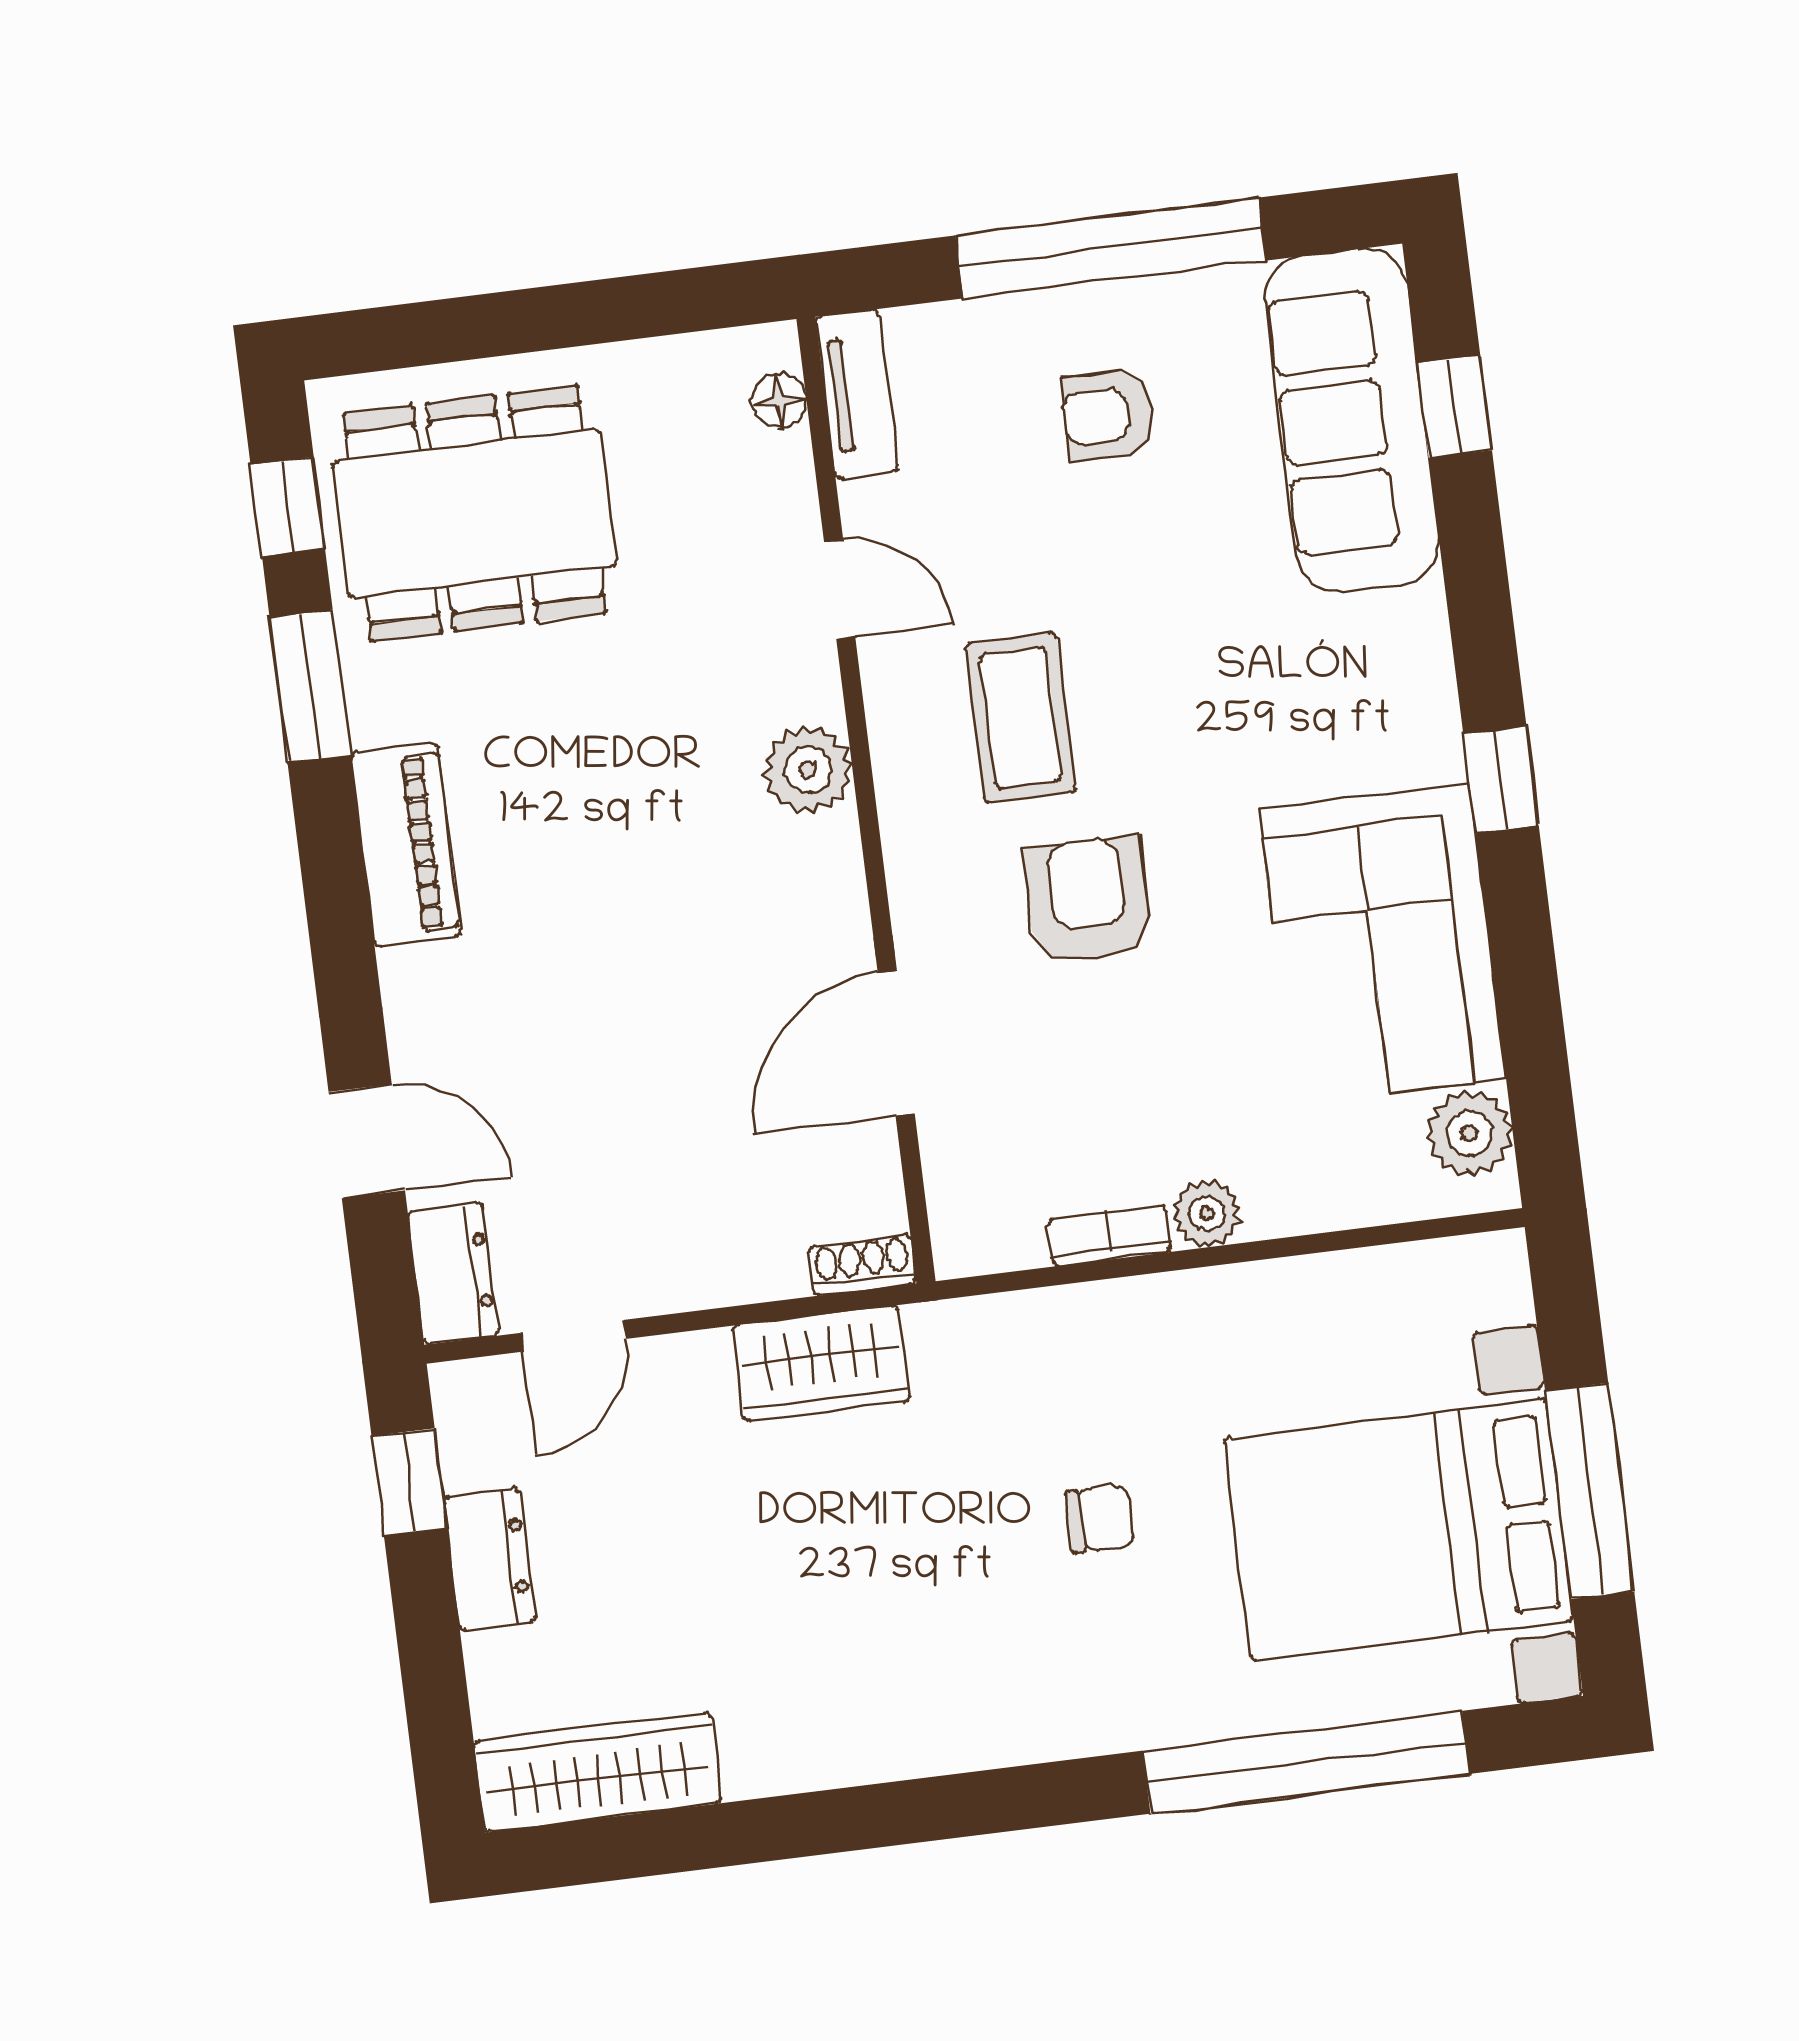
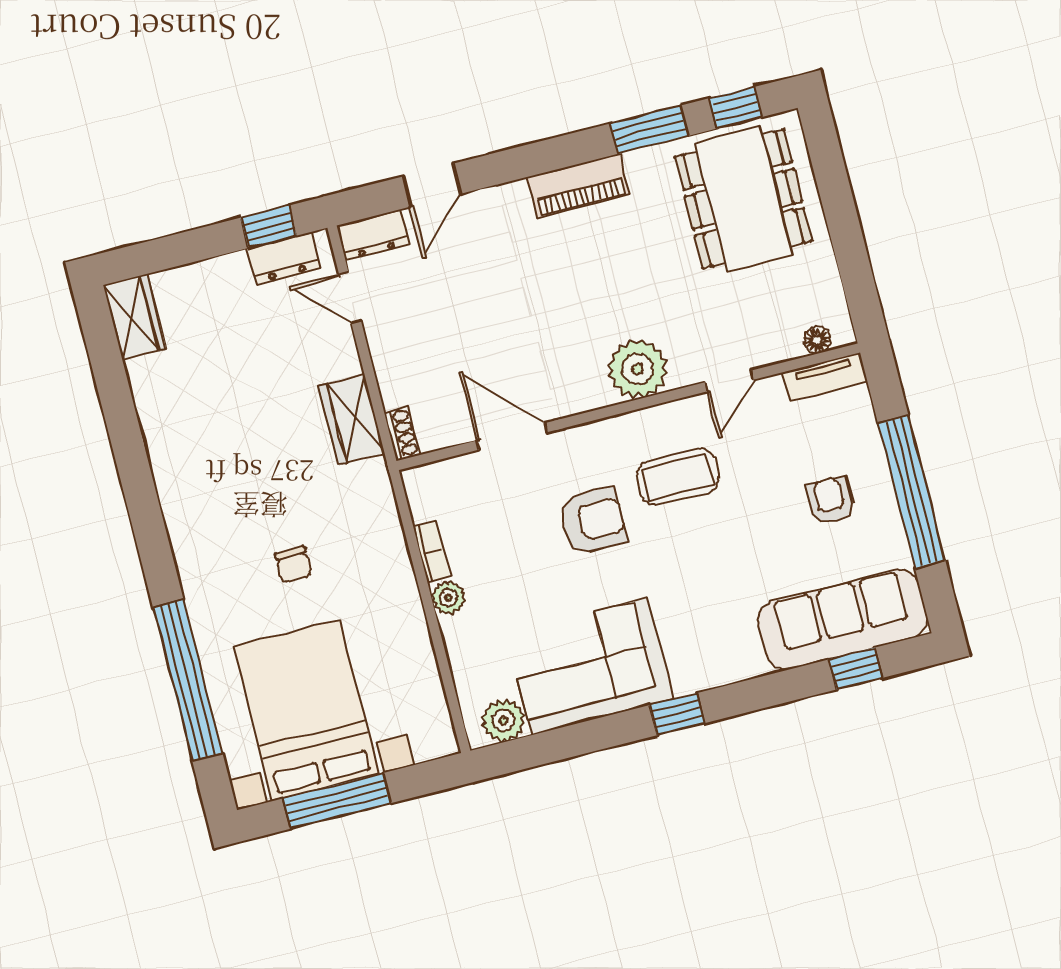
plant: (808, 770) -> (638, 369), width x1.36, depth x1.36
dresser: (489, 1559) -> (284, 258), moved
wardrobe: (598, 1772) -> (135, 317), width x0.67

